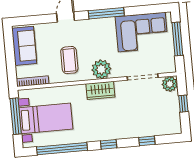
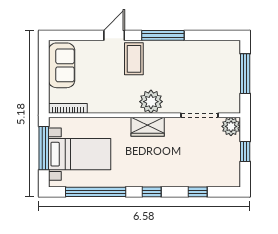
corner sofa: (142, 32) -> (203, 62), removed
coffee table: (69, 60) -> (134, 59), moved

